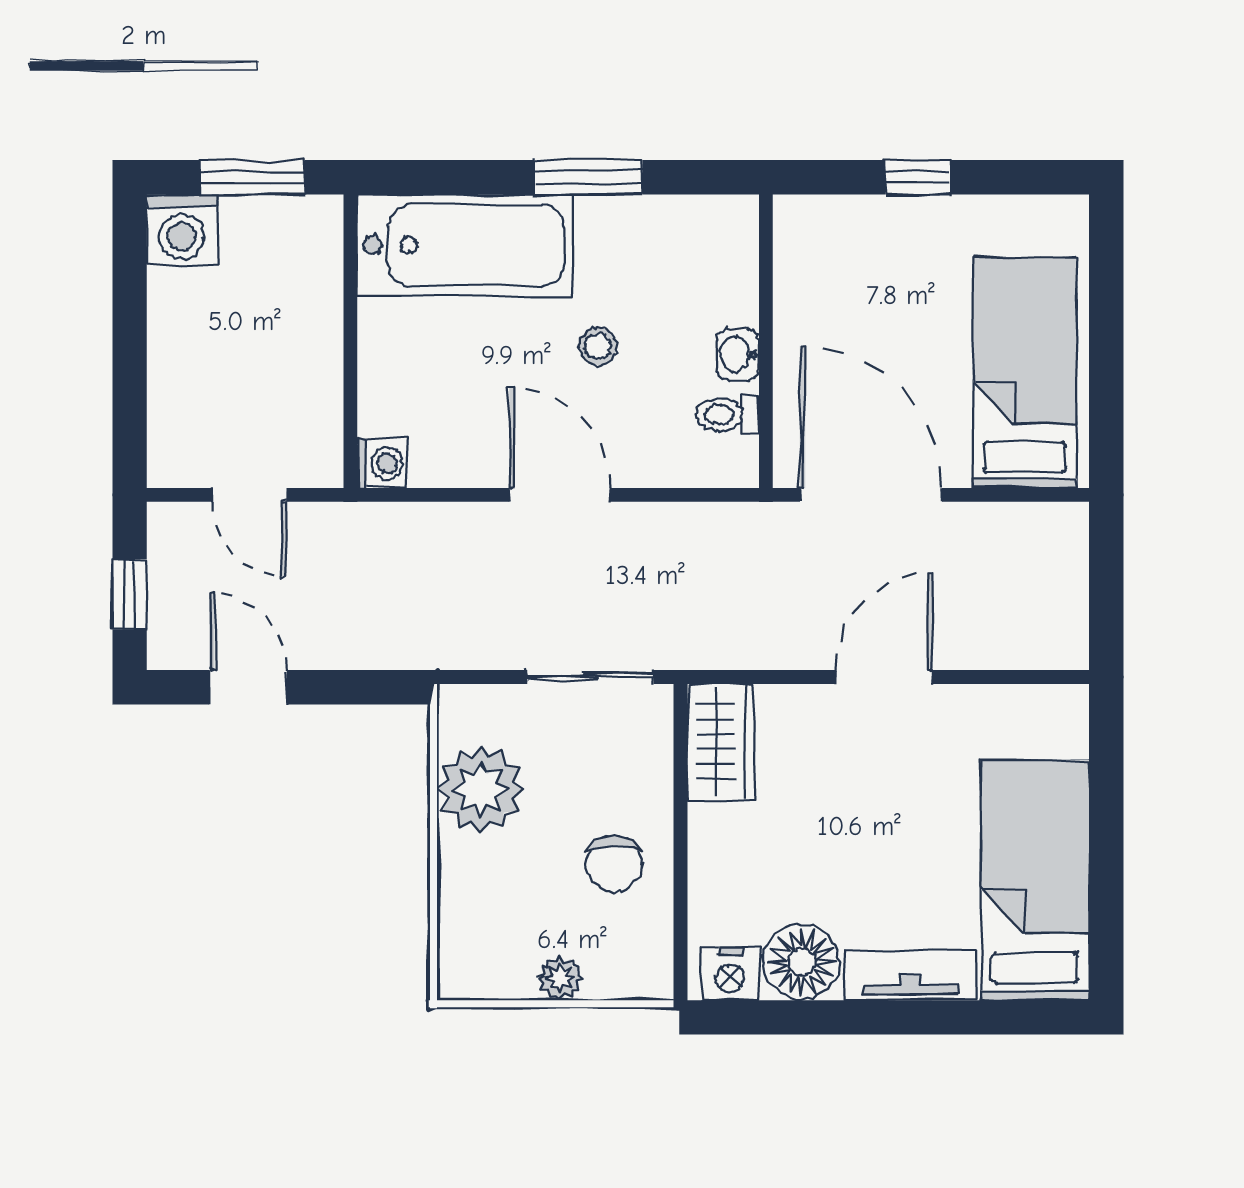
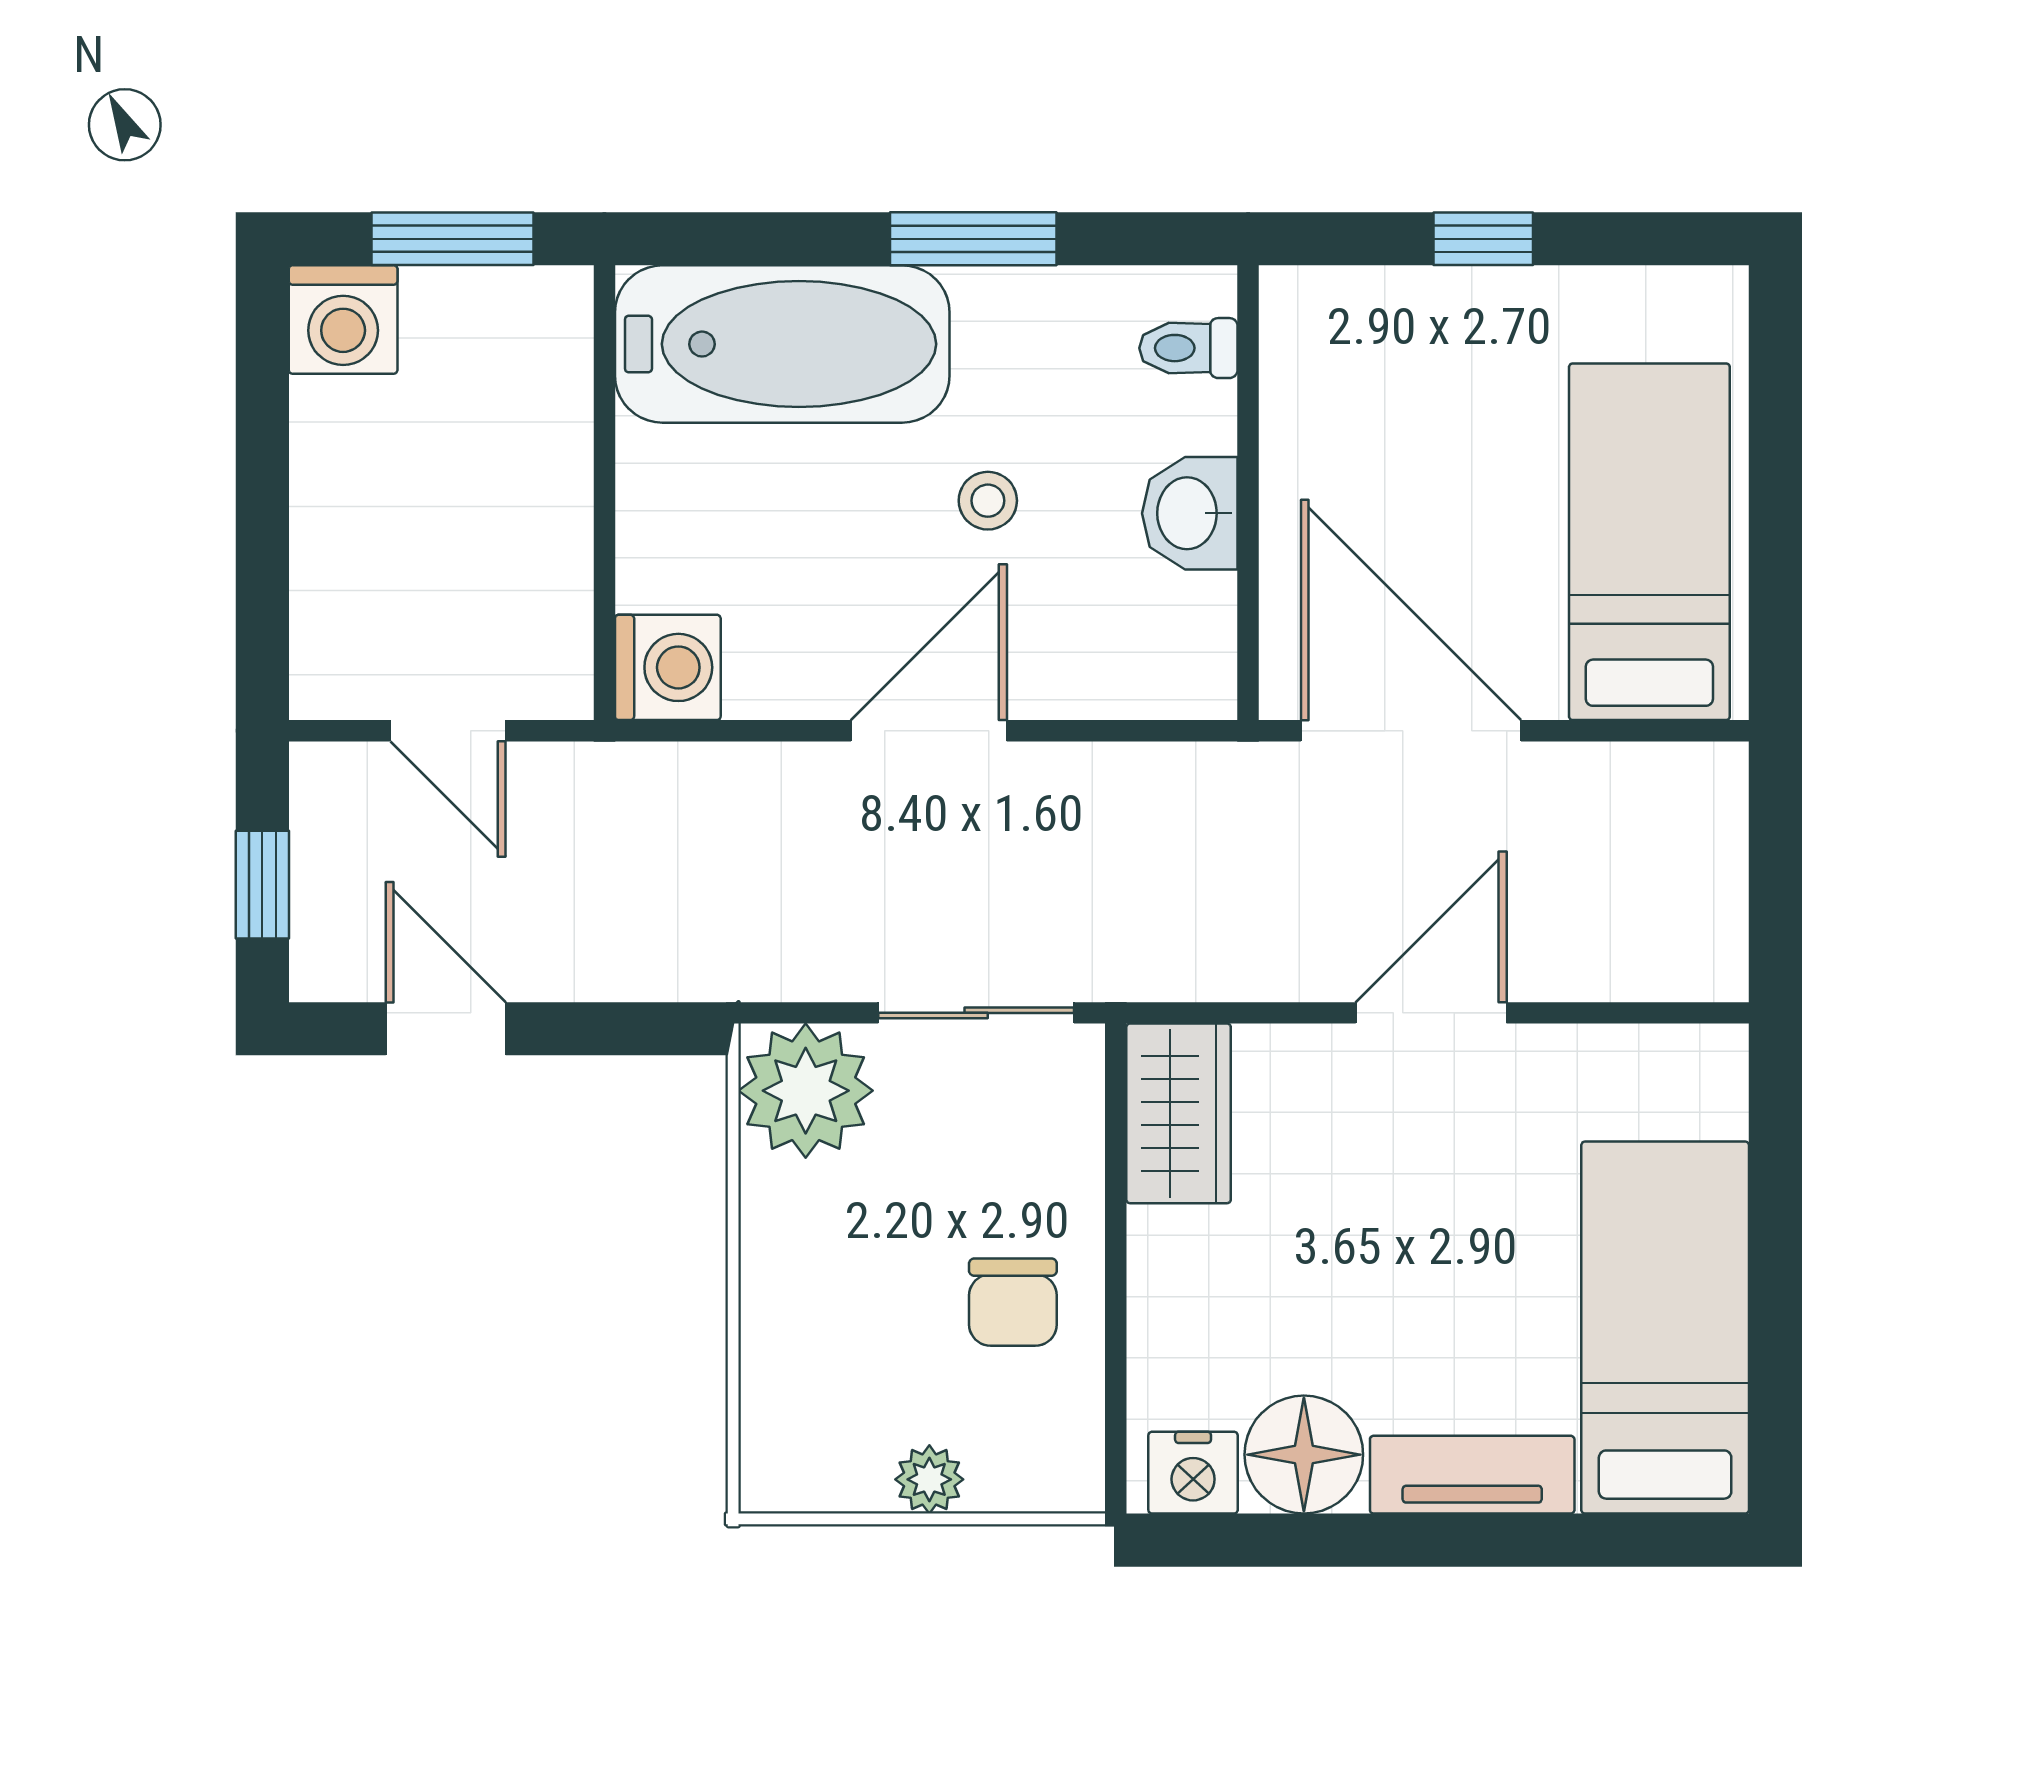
washbasin: (738, 354) -> (1190, 513), width x1.38, depth x1.45
toilet: (727, 415) -> (1188, 348), moved
washing machine: (382, 463) -> (668, 667), width x1.38, depth x1.38
door: (560, 495) -> (929, 731), hinge flipped
plant: (480, 789) -> (806, 1091), moved

